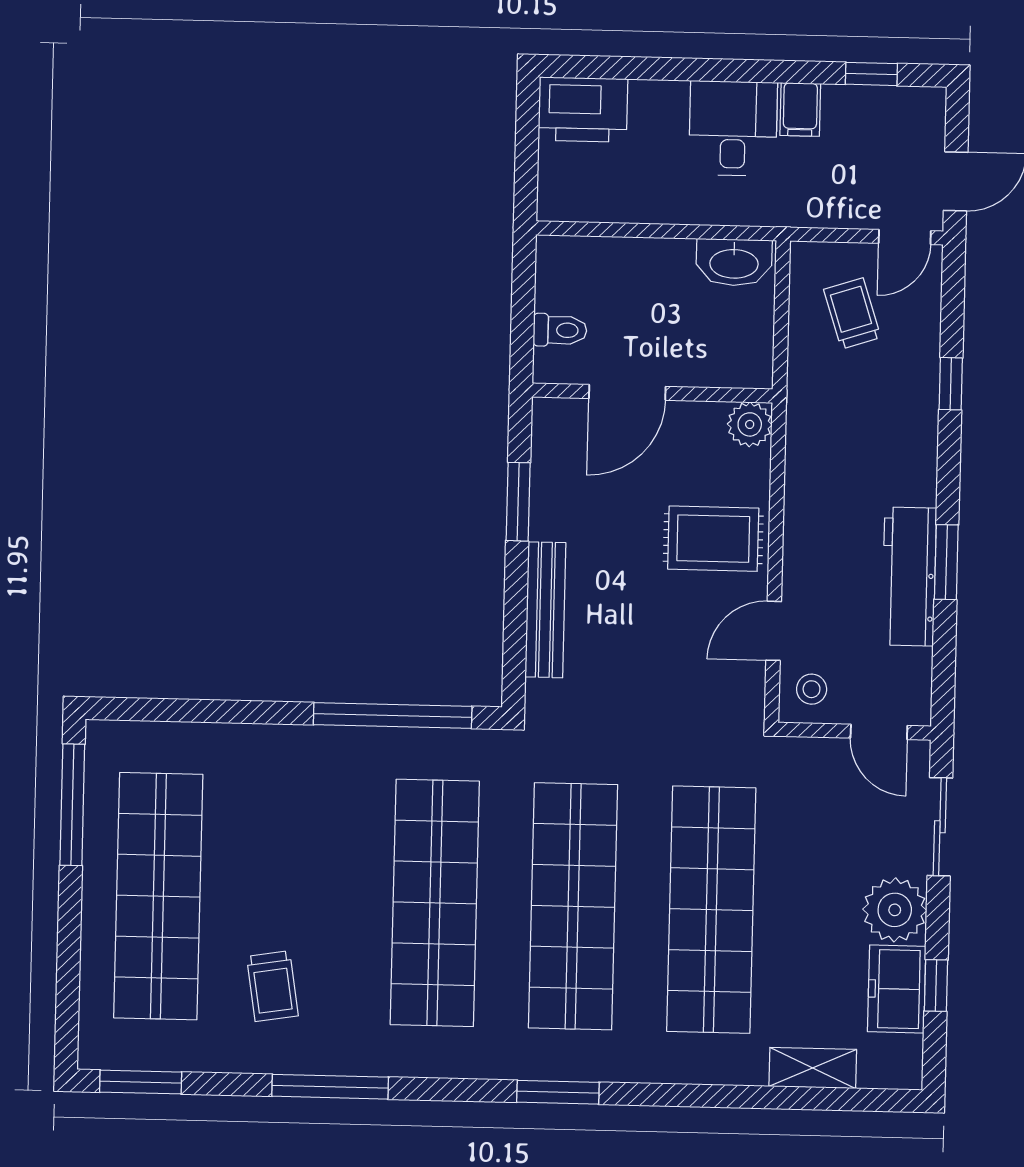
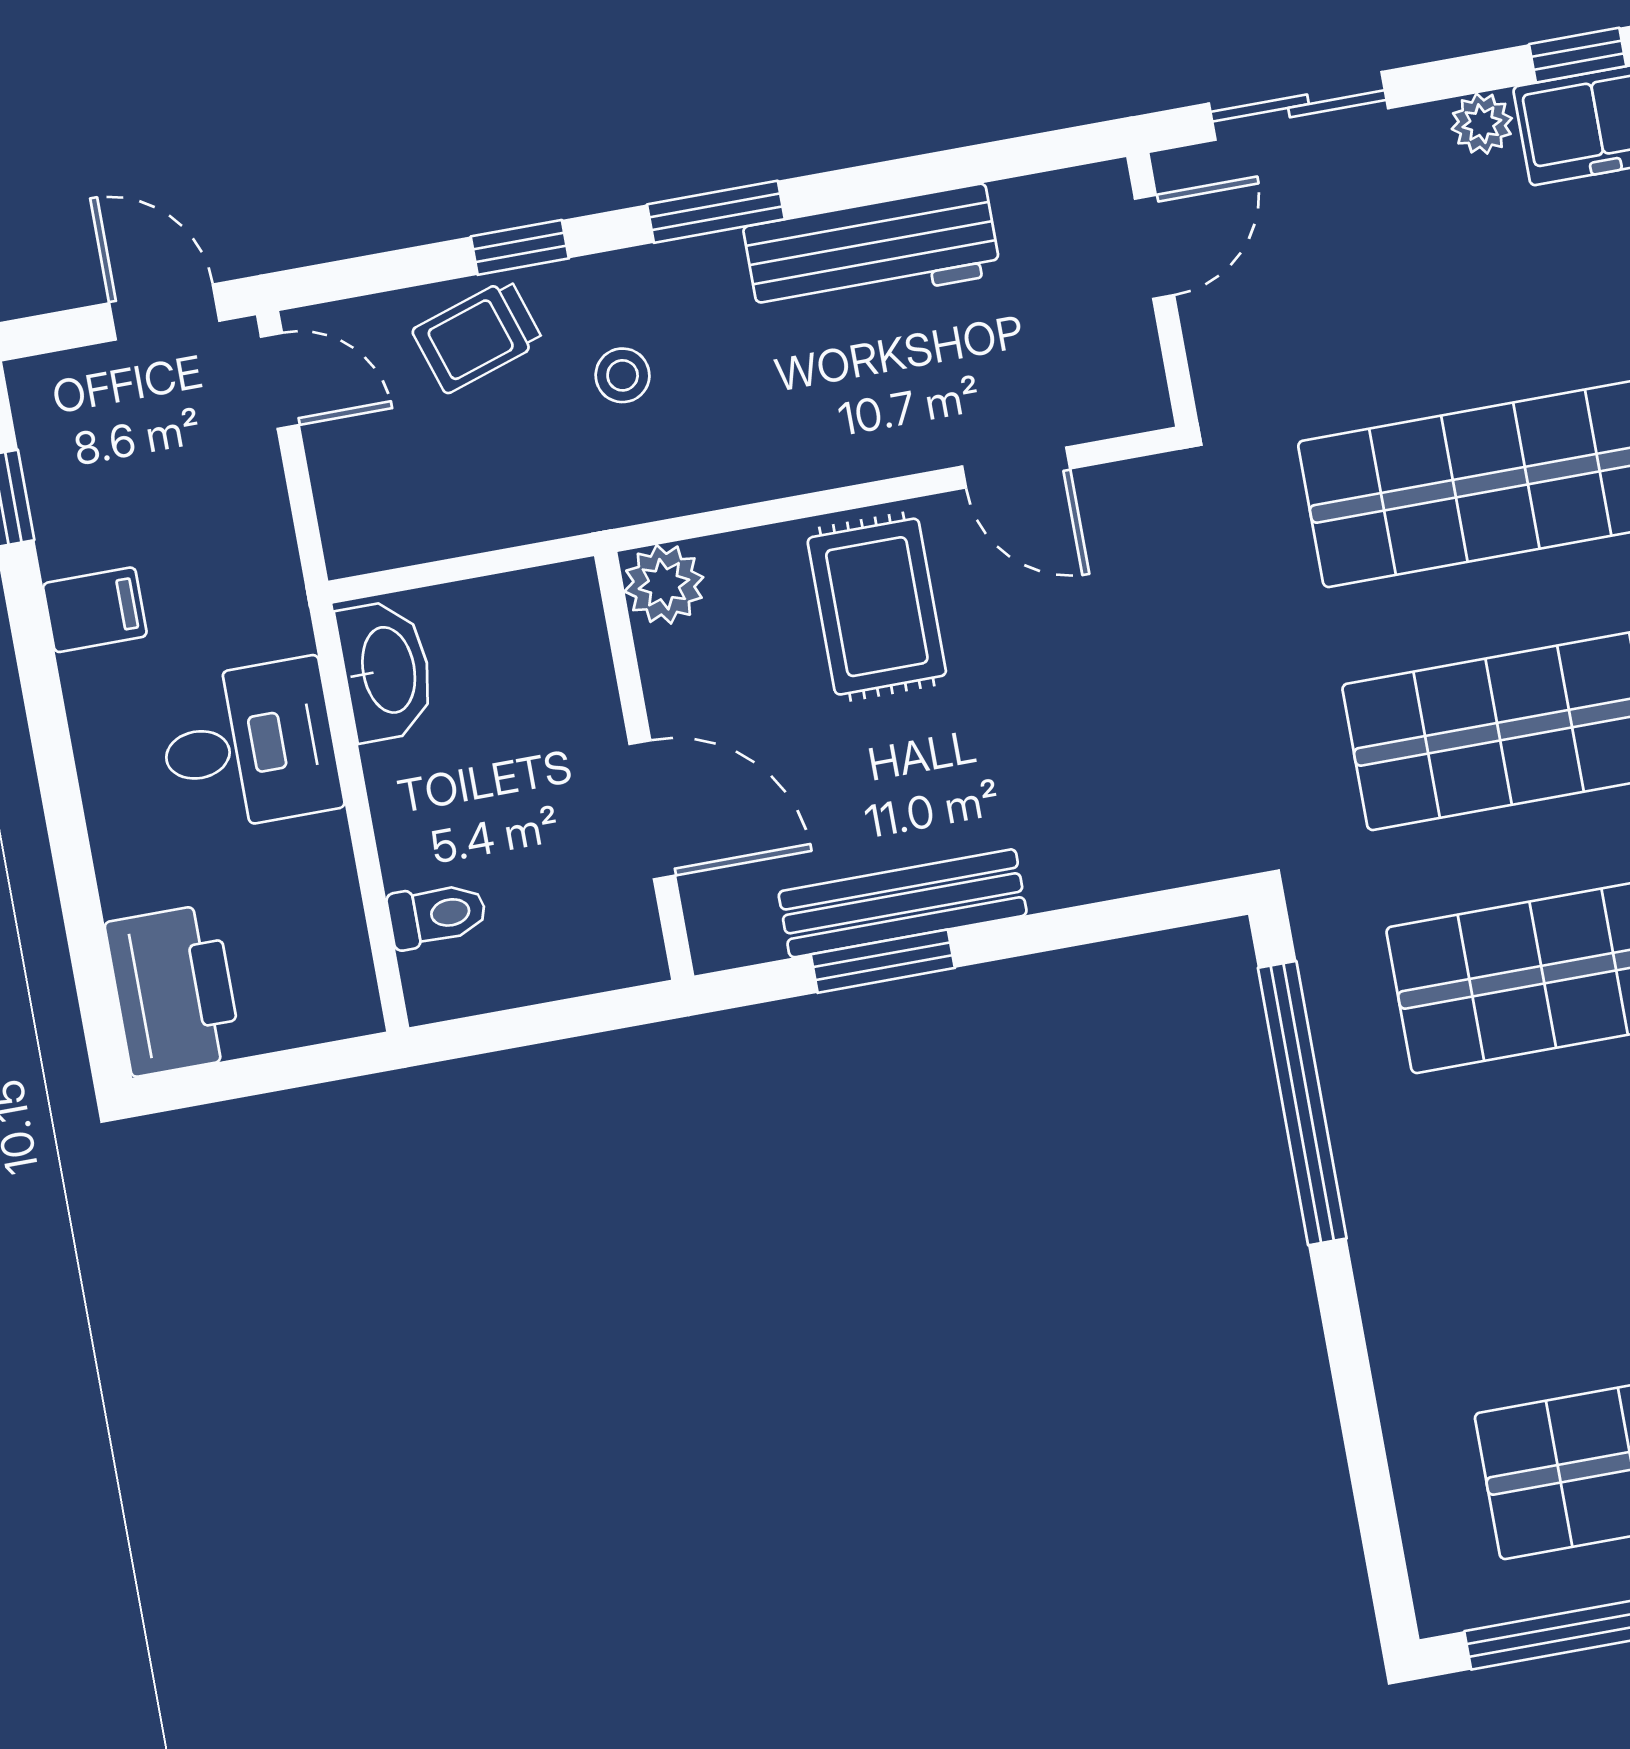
desk: (733, 128) -> (249, 746), moved, turned 180
trolley: (852, 313) -> (478, 336), moved
toilet: (560, 330) -> (437, 915), moved, turned 90
window: (946, 562) -> (716, 212), moved
bench: (545, 610) -> (903, 903), moved
stool: (812, 689) -> (623, 375), moved
plant: (895, 910) -> (1482, 124), width x0.53, depth x0.53

